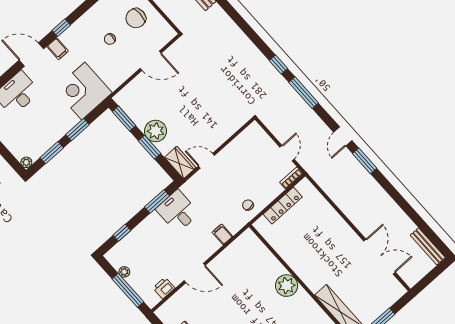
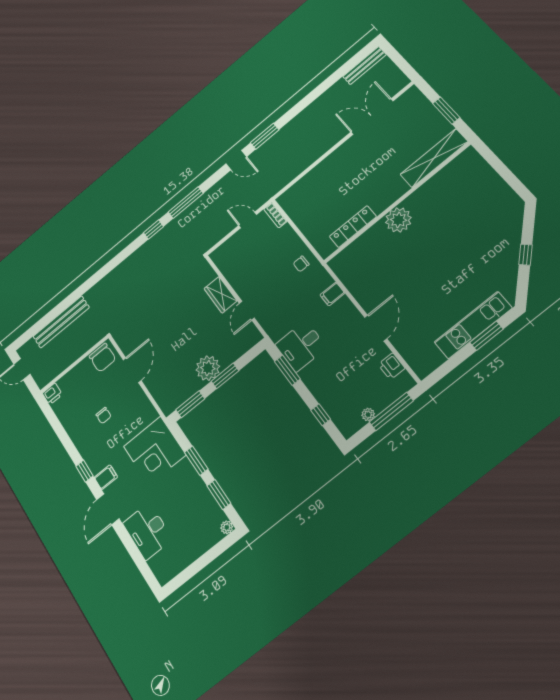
chair: (136, 18) -> (102, 358), moved
wardrobe: (180, 162) -> (220, 295), moved, turned -90
locker: (283, 206) -> (353, 227), moved, turned -90

